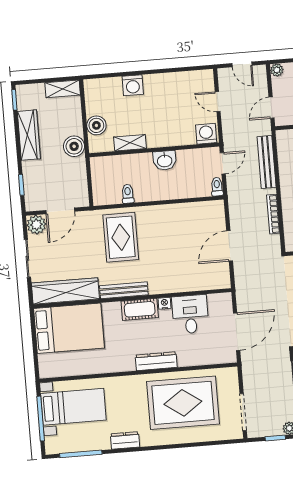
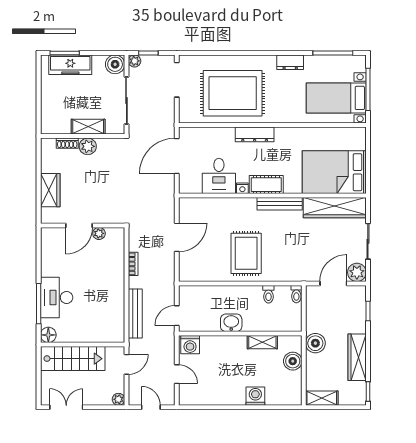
toilet: (217, 187) -> (296, 294), moved
bookcase: (273, 214) -> (133, 264), width x0.64
rug: (121, 237) -> (246, 253), moved

